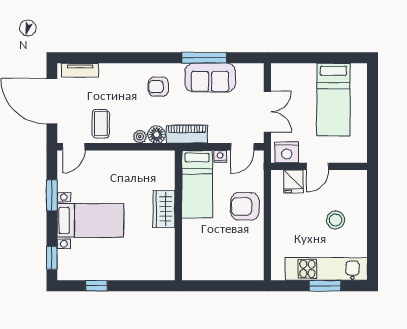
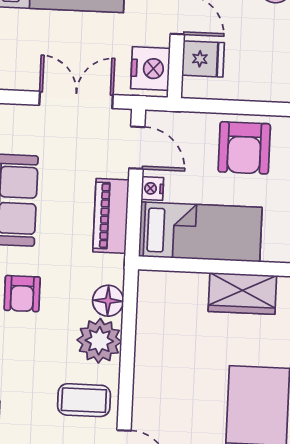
piano: (187, 134) -> (111, 216), moved
plant: (140, 137) -> (99, 341), width x1.87, depth x1.87

